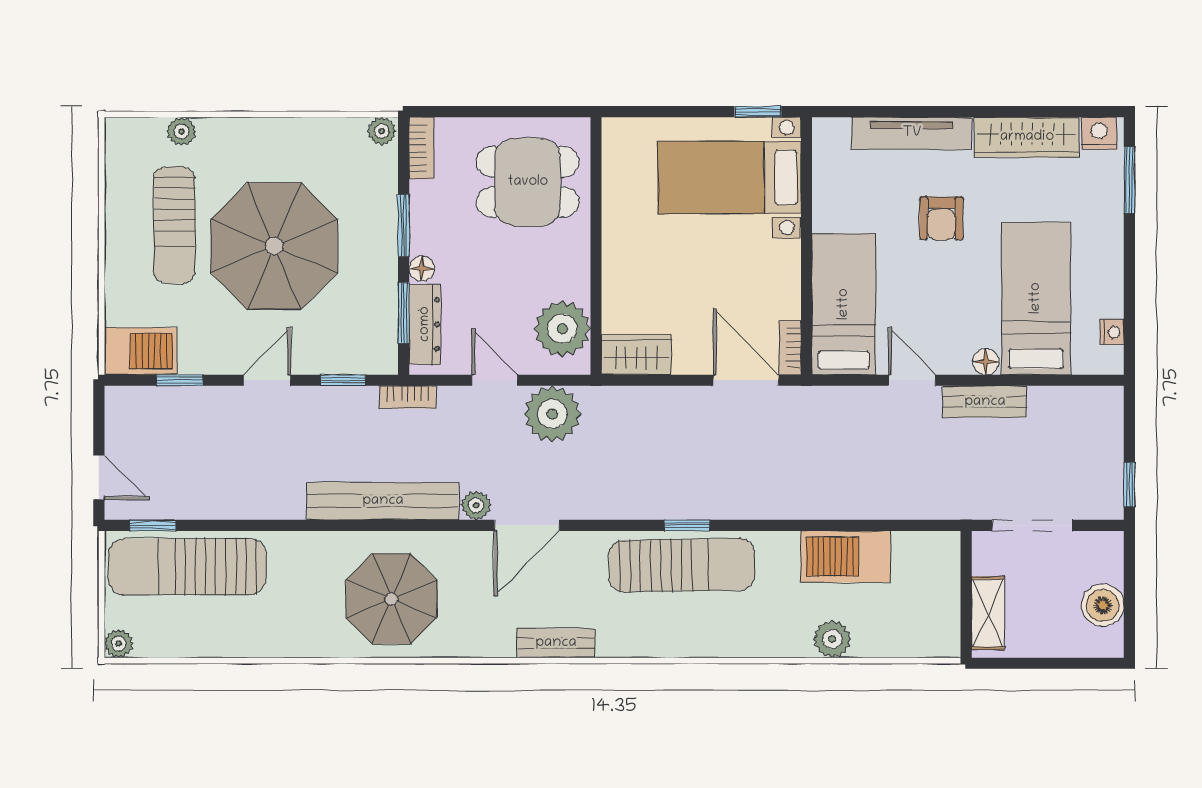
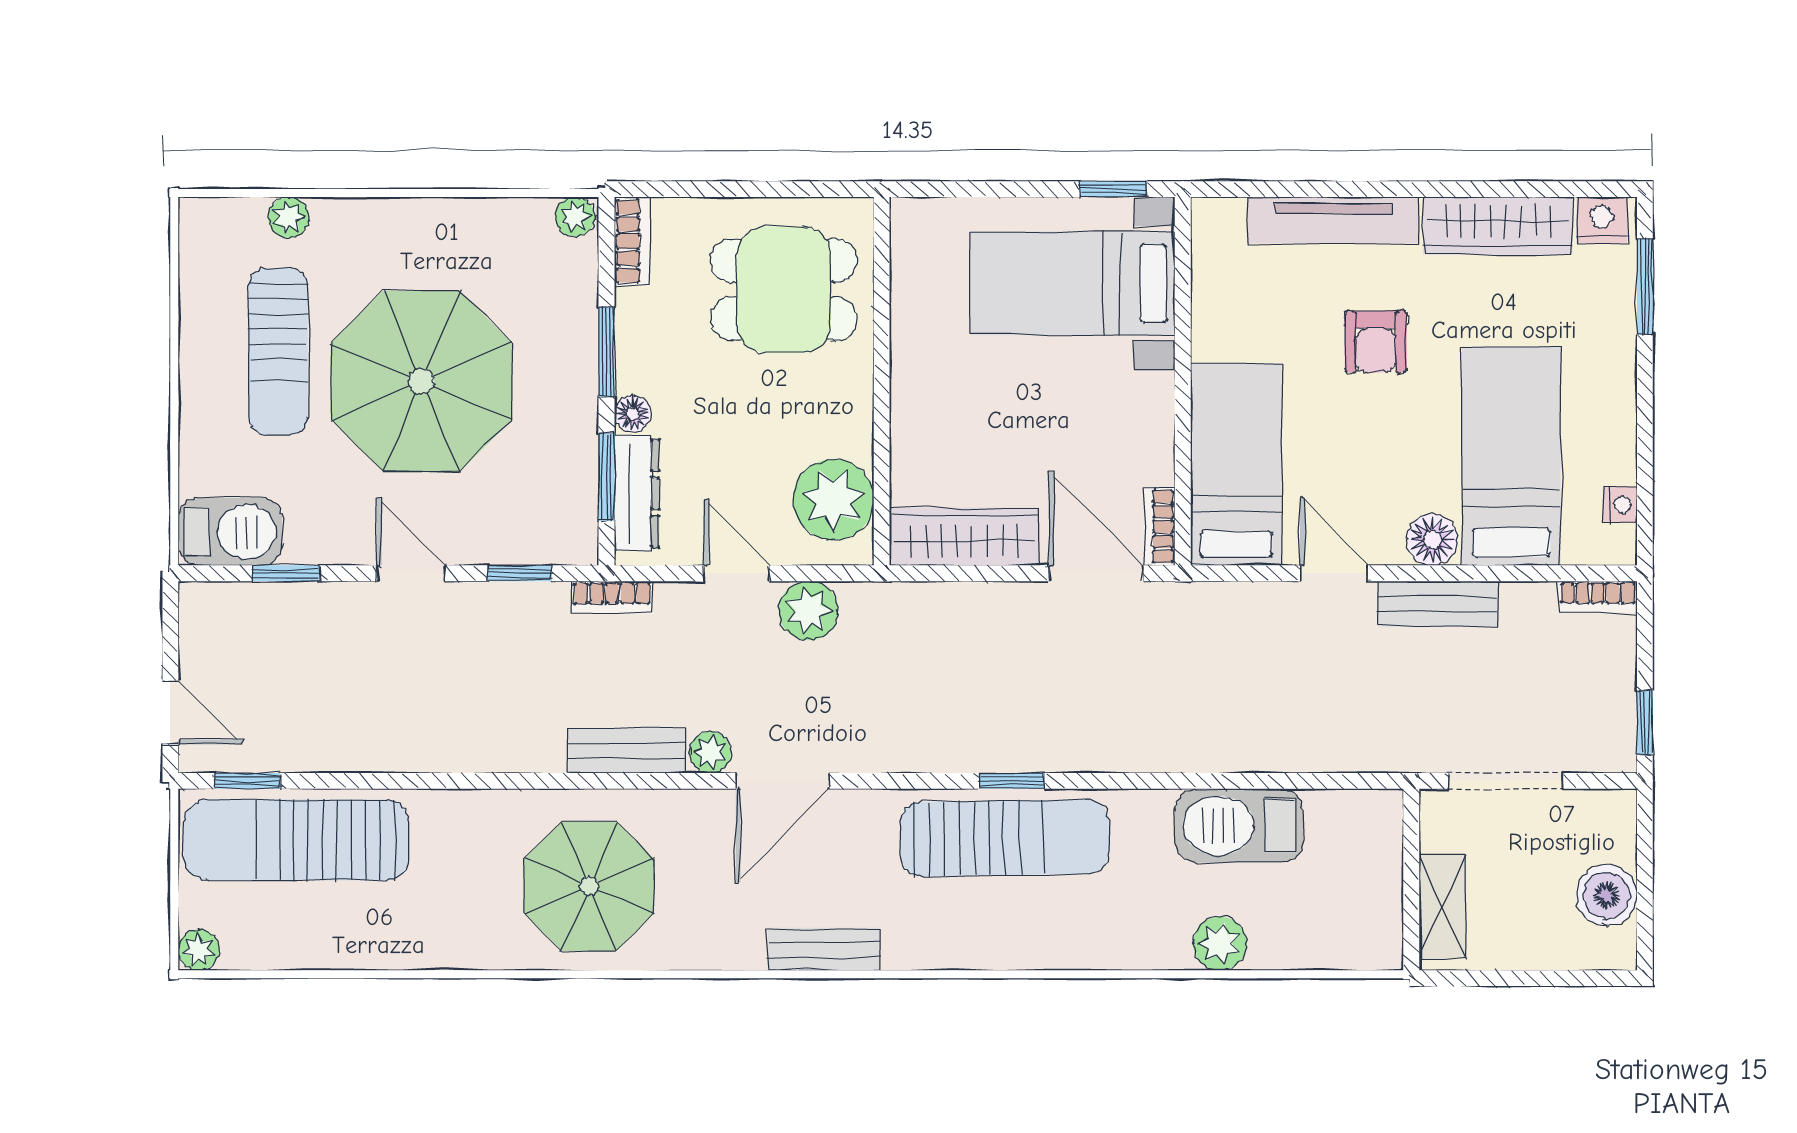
wardrobe: (636, 355) -> (964, 537), width x1.50
floor lamp: (986, 362) -> (1432, 540), width x1.37, depth x1.37
door: (267, 380) -> (411, 573), hinge flipped
bookcase: (1097, 397) -> (1598, 597), added
plant: (552, 414) -> (808, 611), width x0.73, depth x0.73
bench: (383, 501) -> (627, 751), width x0.54, depth x0.82

